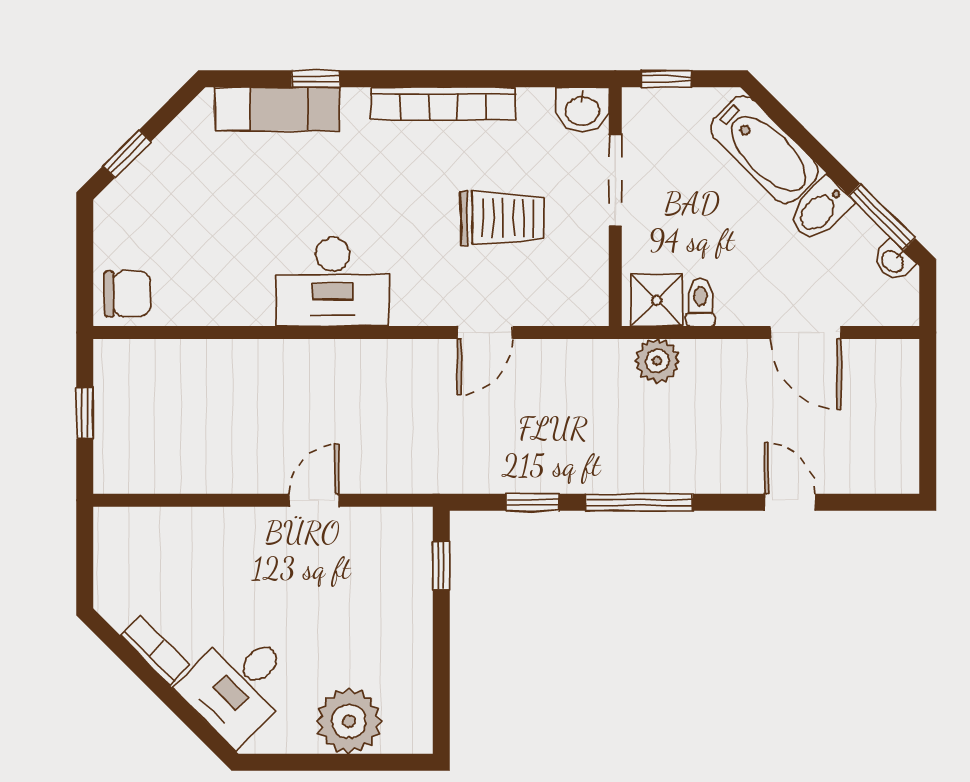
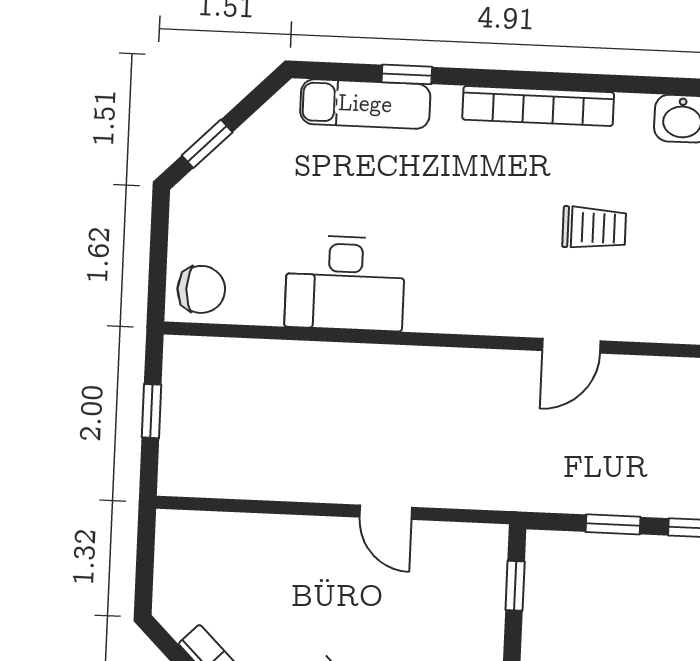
trolley: (502, 218) -> (594, 228), width x0.73, depth x0.72
desk: (332, 282) -> (345, 283), moved
door: (314, 500) -> (386, 512), swing flipped

